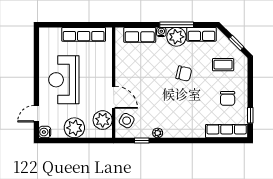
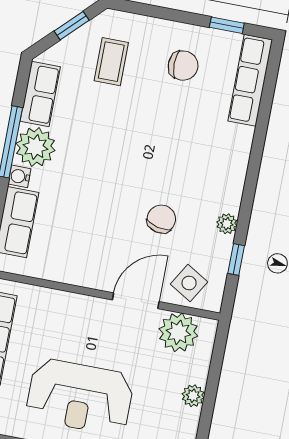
chair: (184, 74) -> (161, 219), moved
plant: (74, 128) -> (193, 396), width x0.53, depth x0.53

